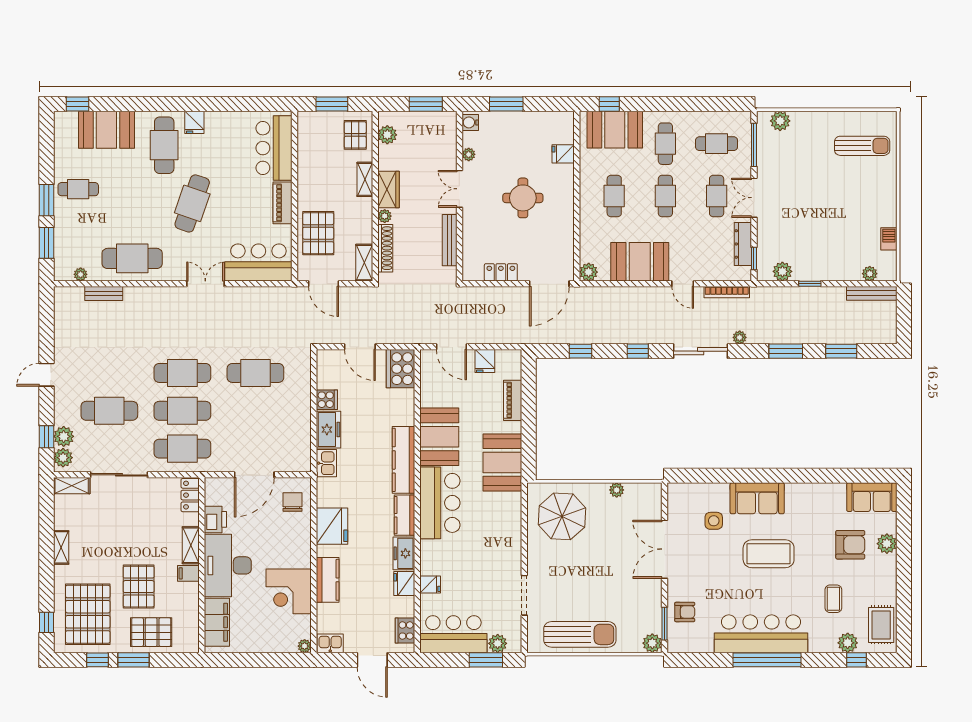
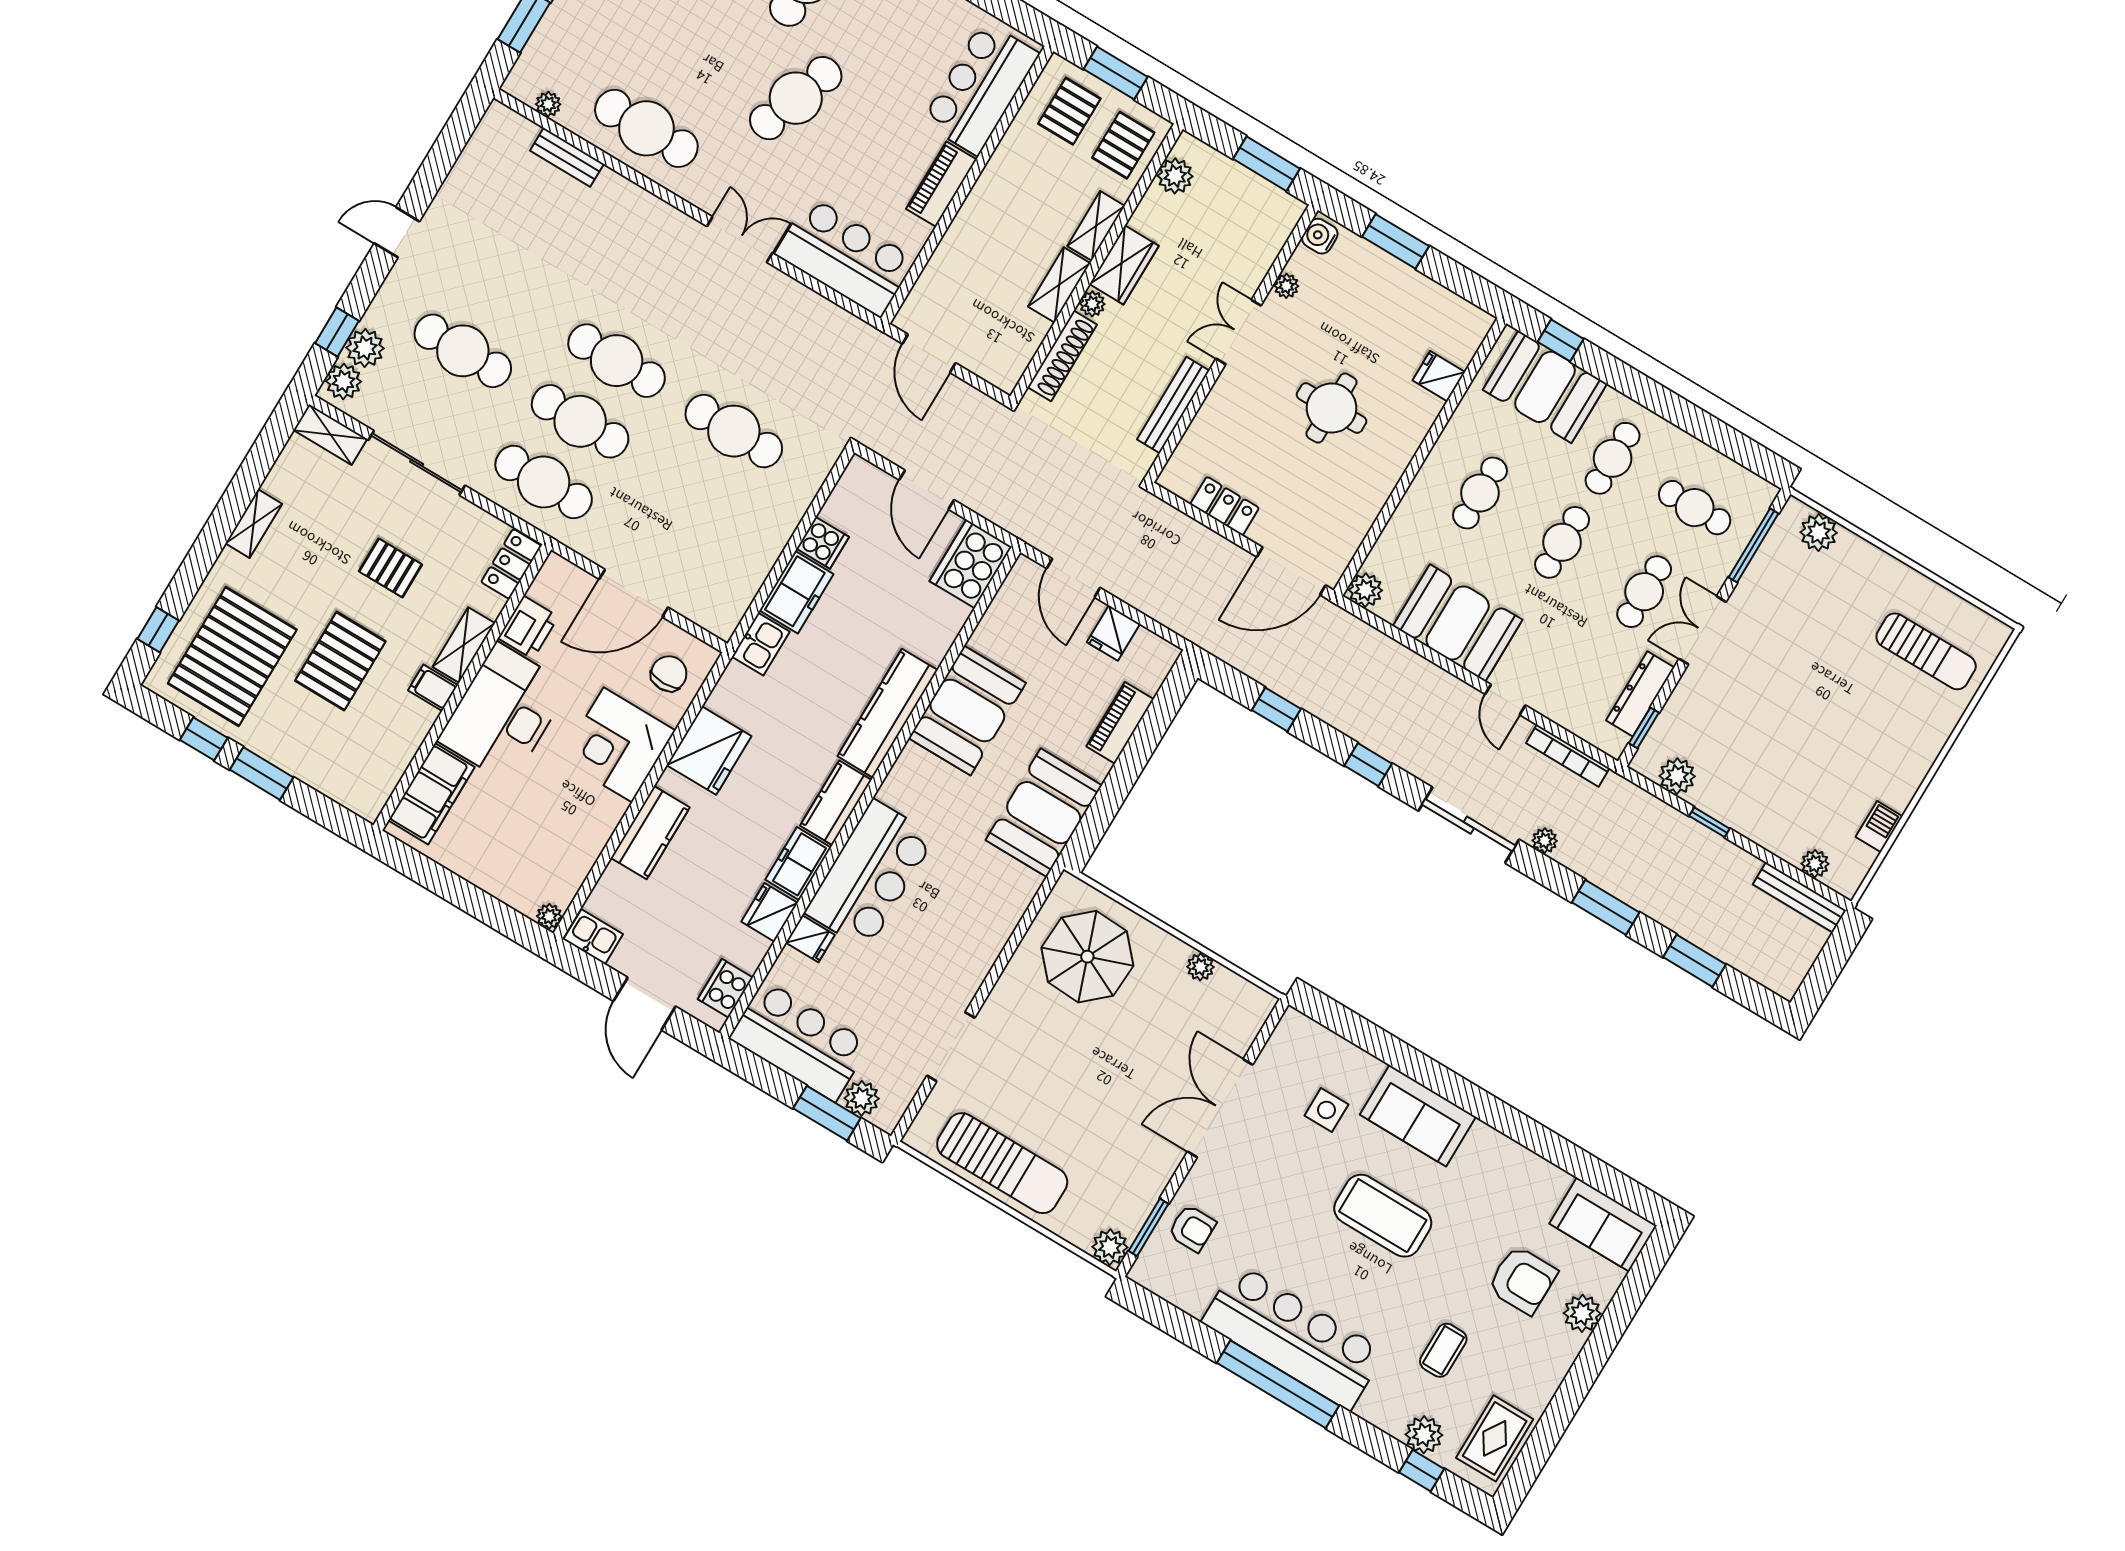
pallet: (318, 233) -> (1069, 111), moved, width x0.67, depth x0.71
shelving: (364, 263) -> (1059, 285), moved
bar counter: (440, 503) -> (870, 874), moved
corner desk: (289, 591) -> (618, 745), moved
pallet: (151, 632) -> (390, 568), moved, width x0.67, depth x0.71

